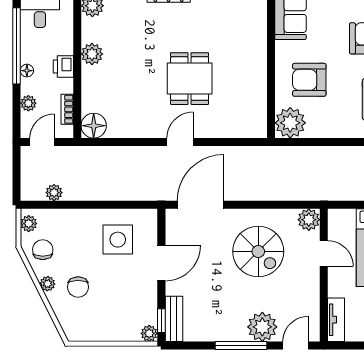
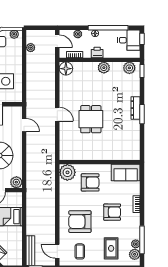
dining table: (190, 79) -> (91, 119), turned 90
armchair: (309, 80) -> (90, 182), turned 90
door: (201, 205) -> (24, 125), width x0.53

